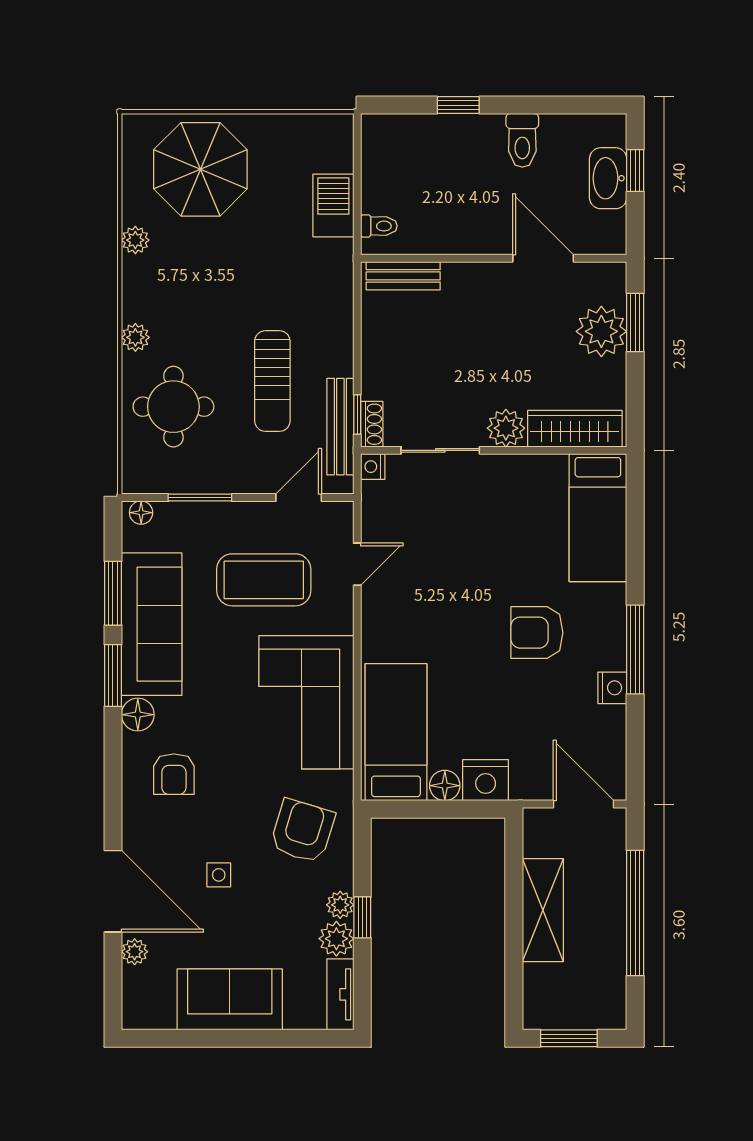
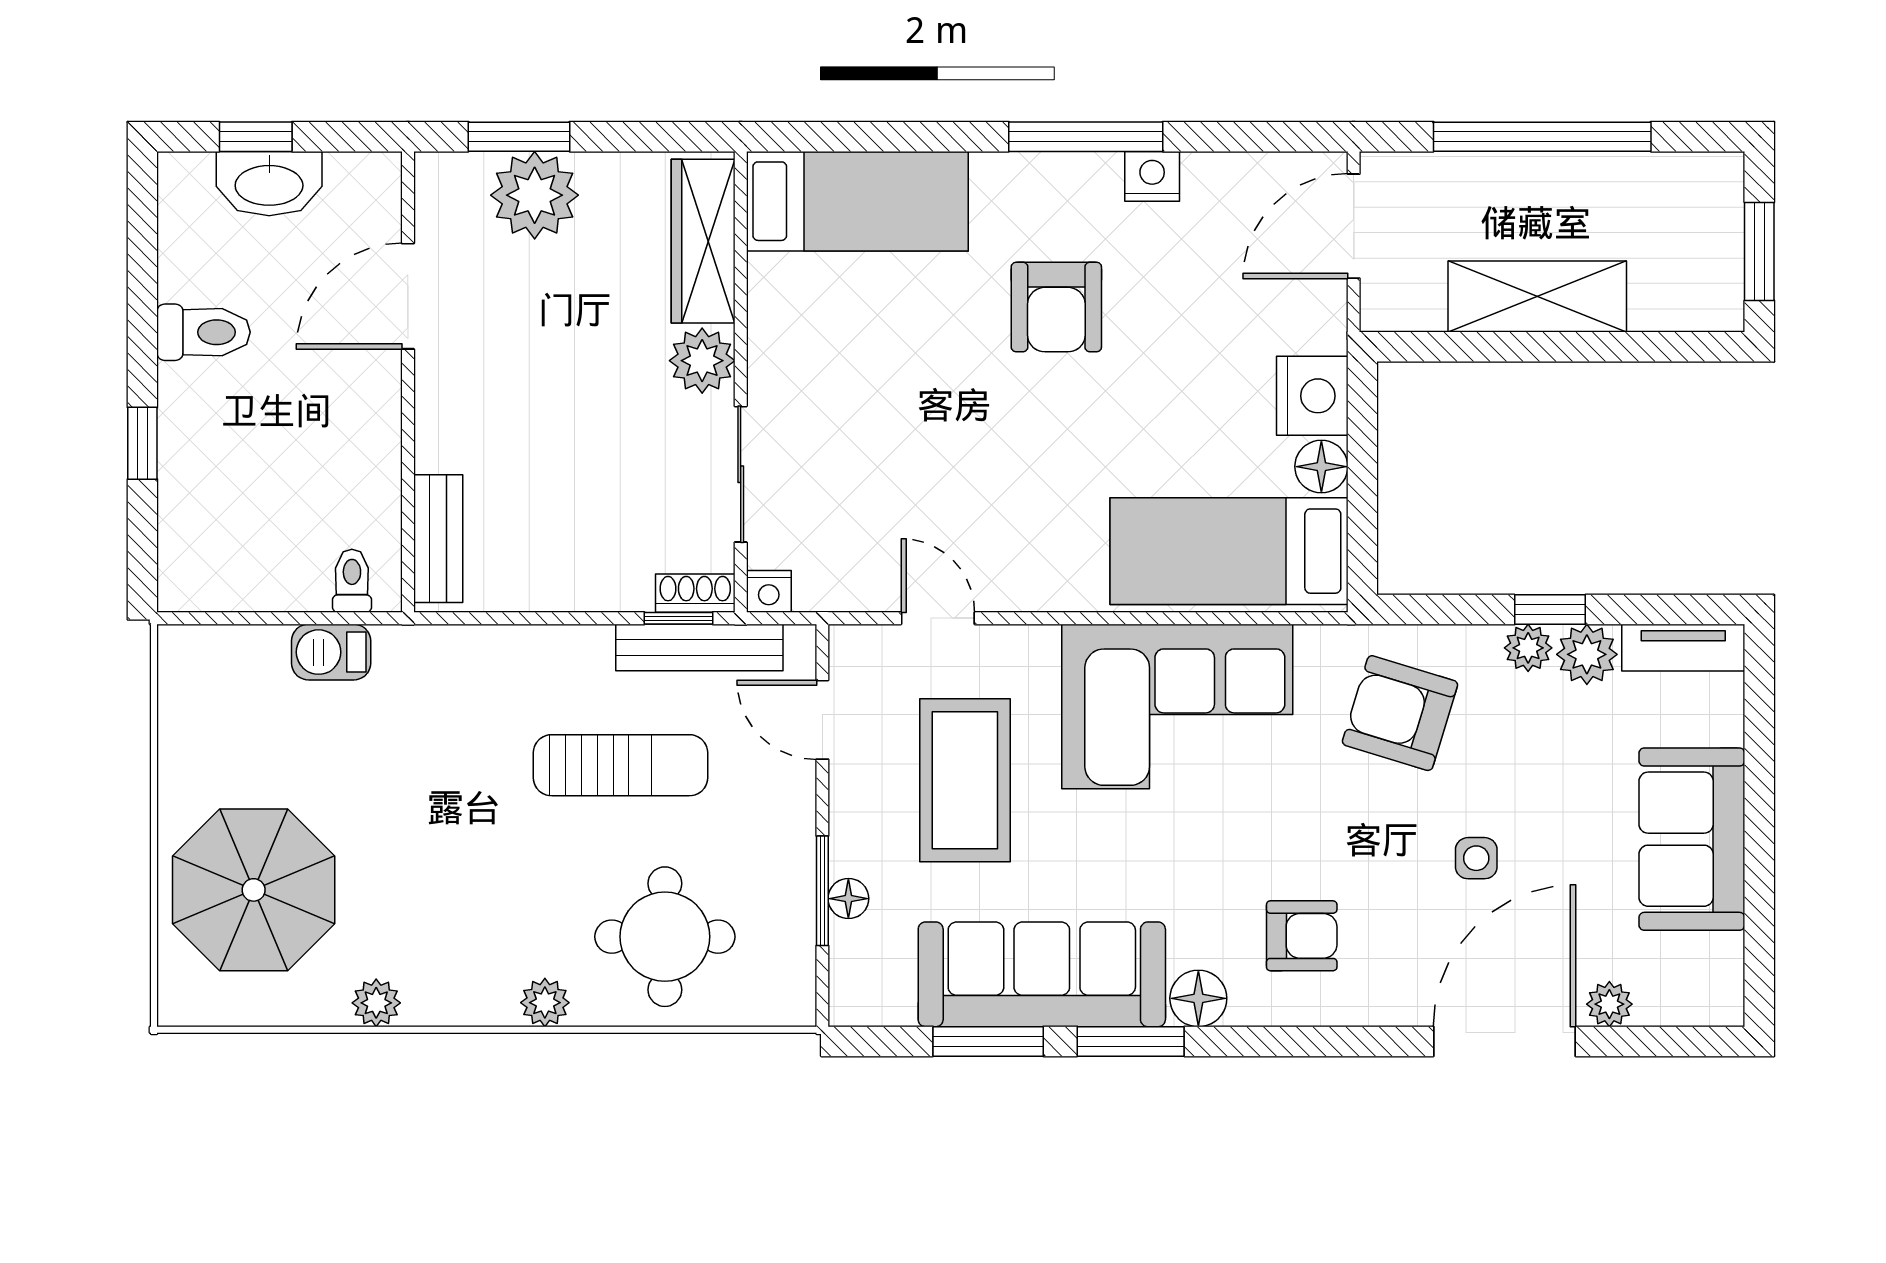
barbecue: (333, 205) -> (331, 652), width x0.73, depth x0.79
floor lamp: (141, 513) -> (848, 899), moved

